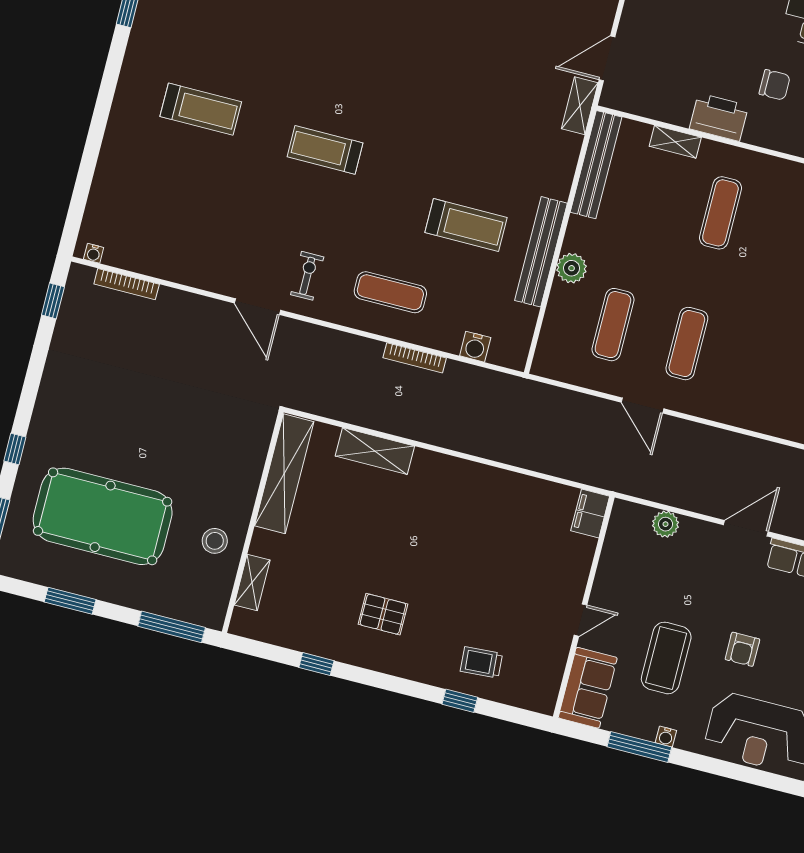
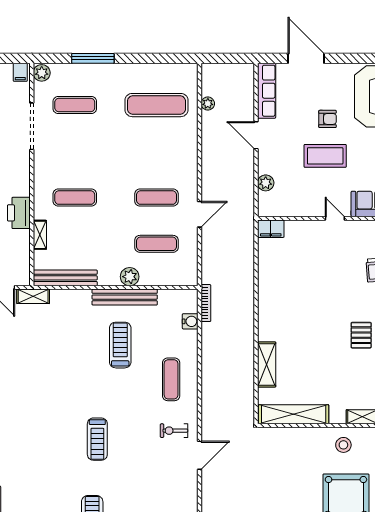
bookcase: (415, 358) -> (206, 303), moved
coffee table: (666, 658) -> (325, 156), moved

